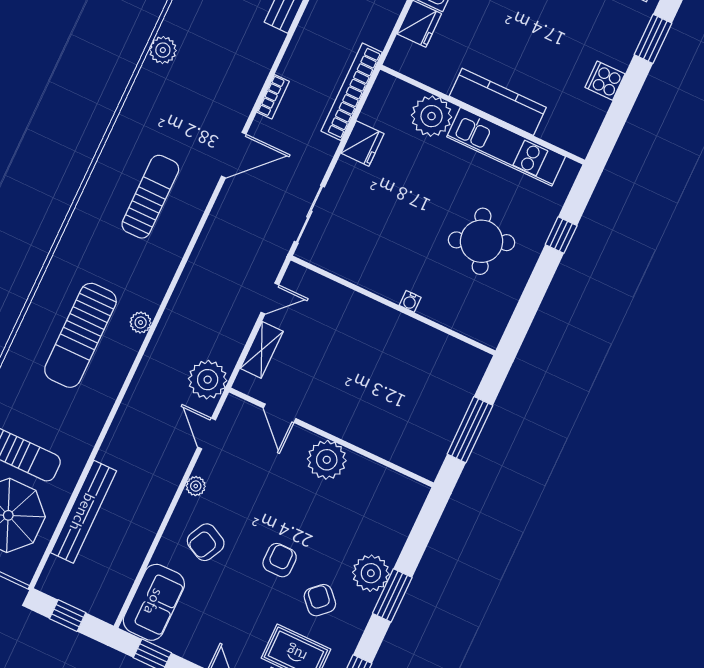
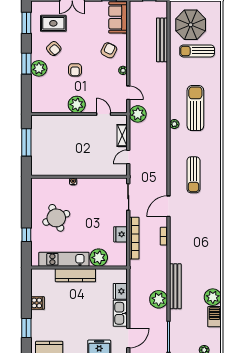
plant: (163, 50) -> (215, 234), removed
bookcase: (352, 92) -> (134, 238), moved
armchair: (280, 560) -> (75, 70), moved

